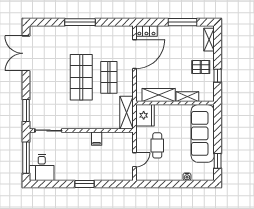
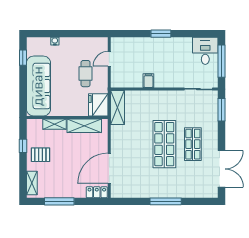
shop shelf: (109, 77) -> (193, 144), moved

